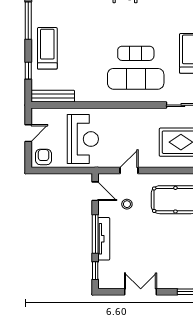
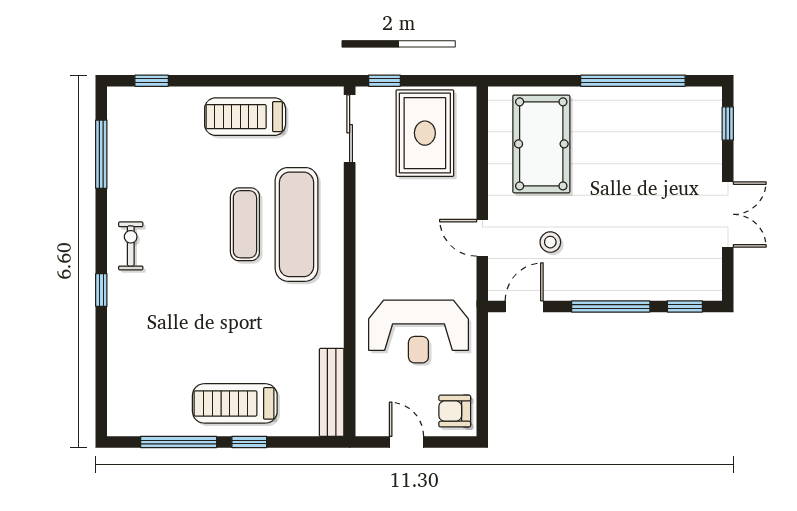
window: (28, 71) -> (249, 442), moved
reception desk: (83, 139) -> (418, 331), turned 180
tv unit: (104, 239) -> (620, 289), removed
double door: (141, 292) -> (728, 214), swing flipped

